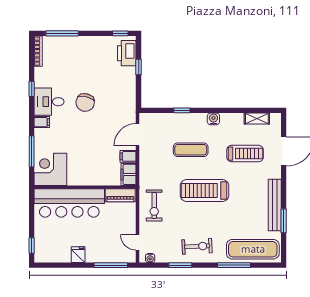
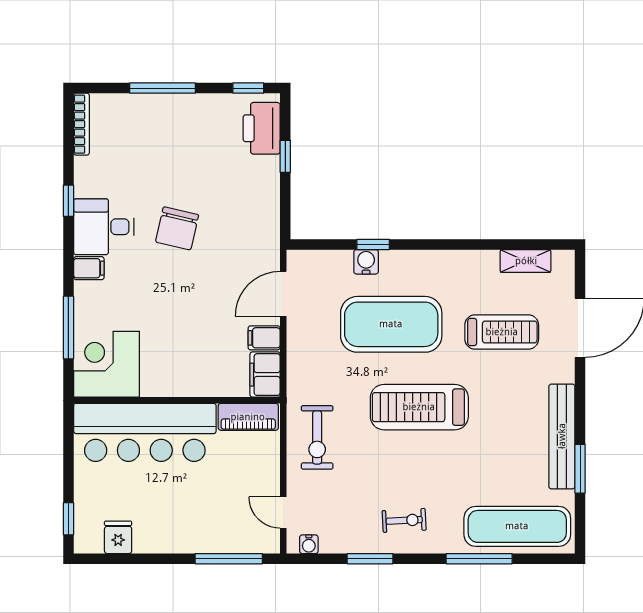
window: (62, 33) -> (163, 88), moved
water cooler: (213, 119) -> (366, 262), moved
exercise mat: (191, 150) -> (391, 324), width x2.00, depth x1.45
exercise bike: (197, 246) -> (404, 520), width x0.73, depth x0.72
fridge: (78, 255) -> (118, 537), moved

